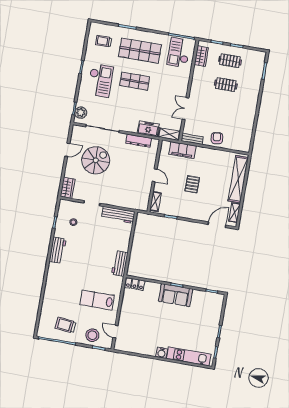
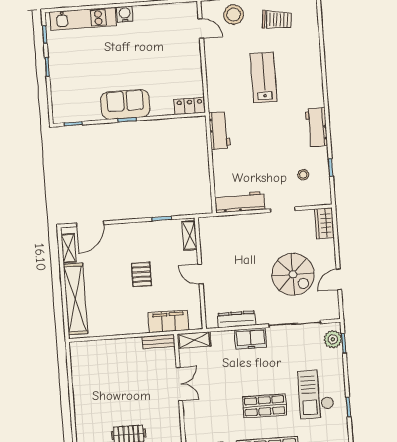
freezer: (148, 129) -> (251, 339), moved
armchair: (217, 138) -> (122, 352), removed
spiral stairs: (96, 160) -> (293, 274), turned -90
lab bench: (97, 300) -> (264, 77), moved, turned -90

